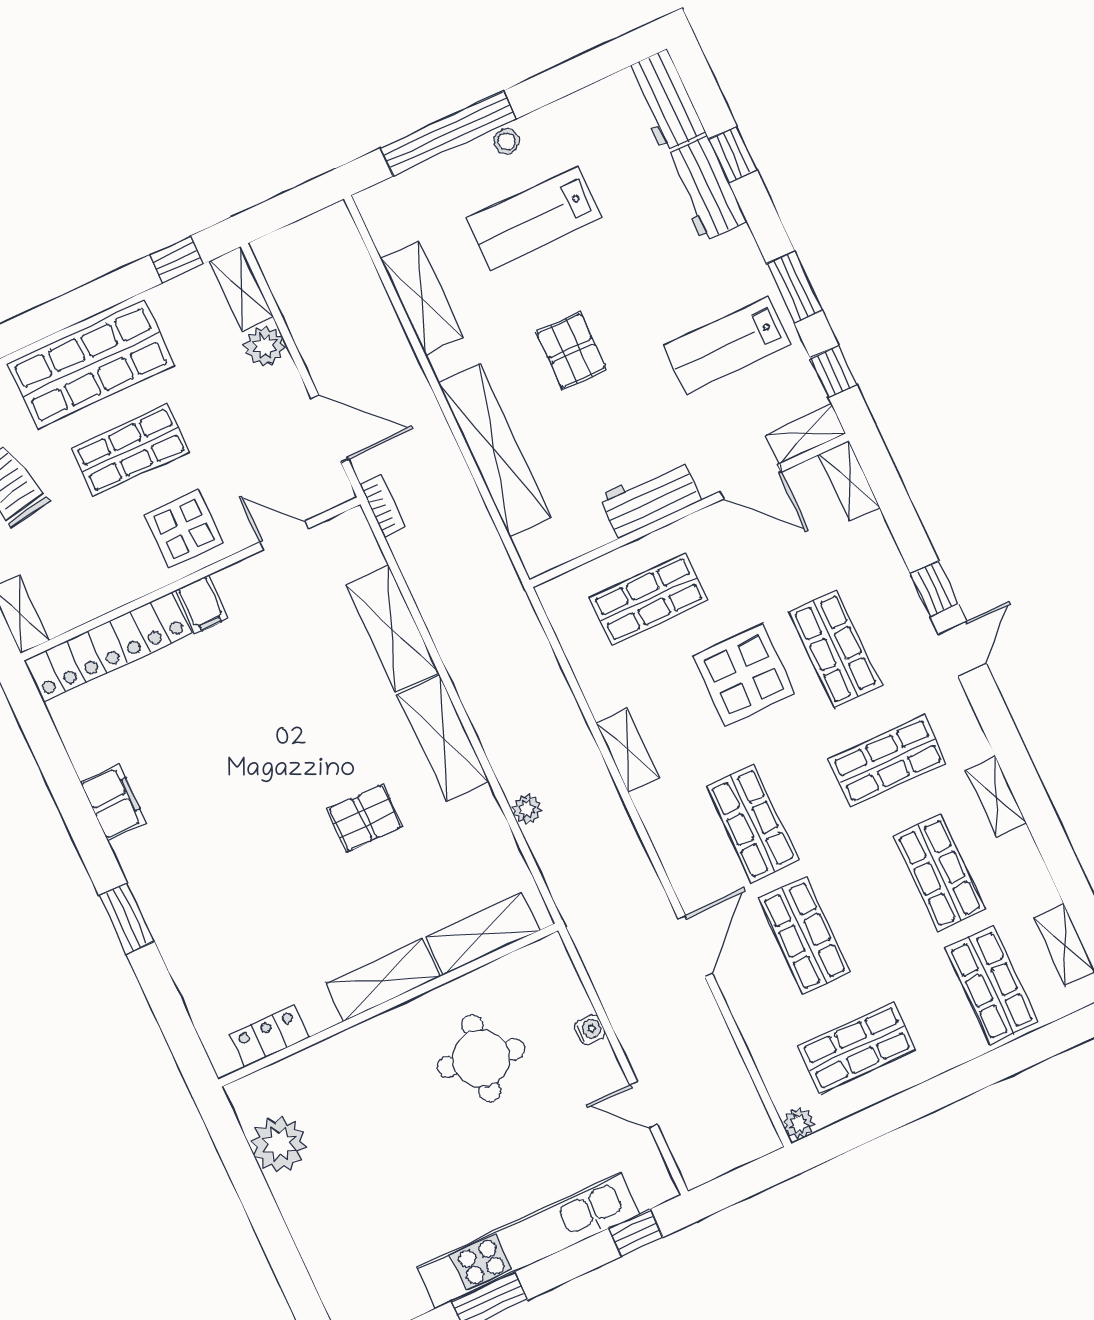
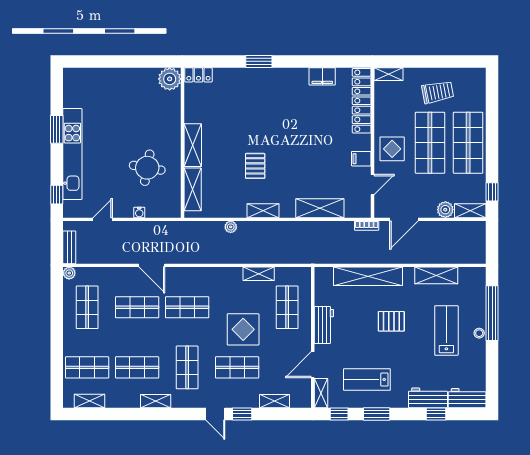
lab bench: (727, 345) -> (367, 380), turned -90
shop shelf: (131, 450) -> (430, 143), width x1.43, depth x1.36
shelving: (849, 481) -> (274, 401), moved
filing cabinet: (201, 604) -> (361, 159), moved
shelving: (443, 738) -> (263, 211), width x0.67, depth x0.75
shelving: (627, 750) -> (259, 274), moved
filing cabinet: (113, 802) -> (322, 76), moved
locker: (269, 1036) -> (198, 75), moved, turned 90
plant: (279, 1144) -> (170, 79), moved
bench: (741, 1150) -> (69, 247), added

